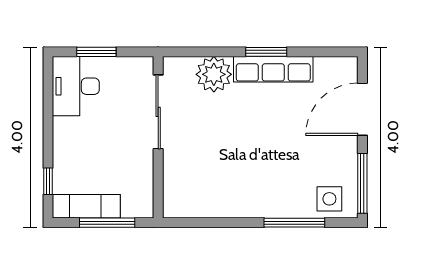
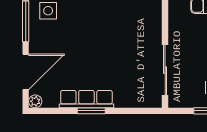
plant: (214, 74) -> (35, 101), moved, width x0.53, depth x0.53

